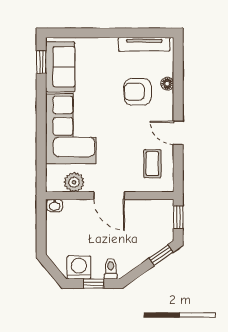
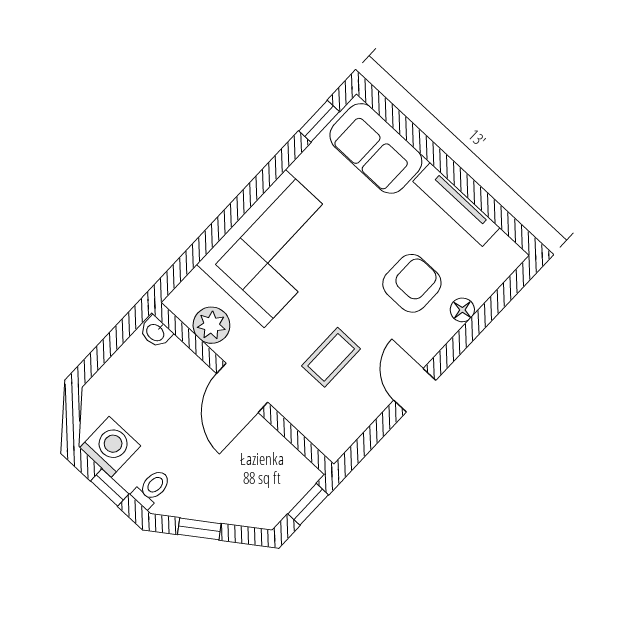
tv unit: (144, 44) -> (456, 204), moved
sofa: (60, 67) -> (376, 148), moved, turned 90
armchair: (138, 92) -> (412, 283), turned 90
coffee table: (152, 164) -> (331, 357), moved
window: (161, 255) -> (199, 529), moved

